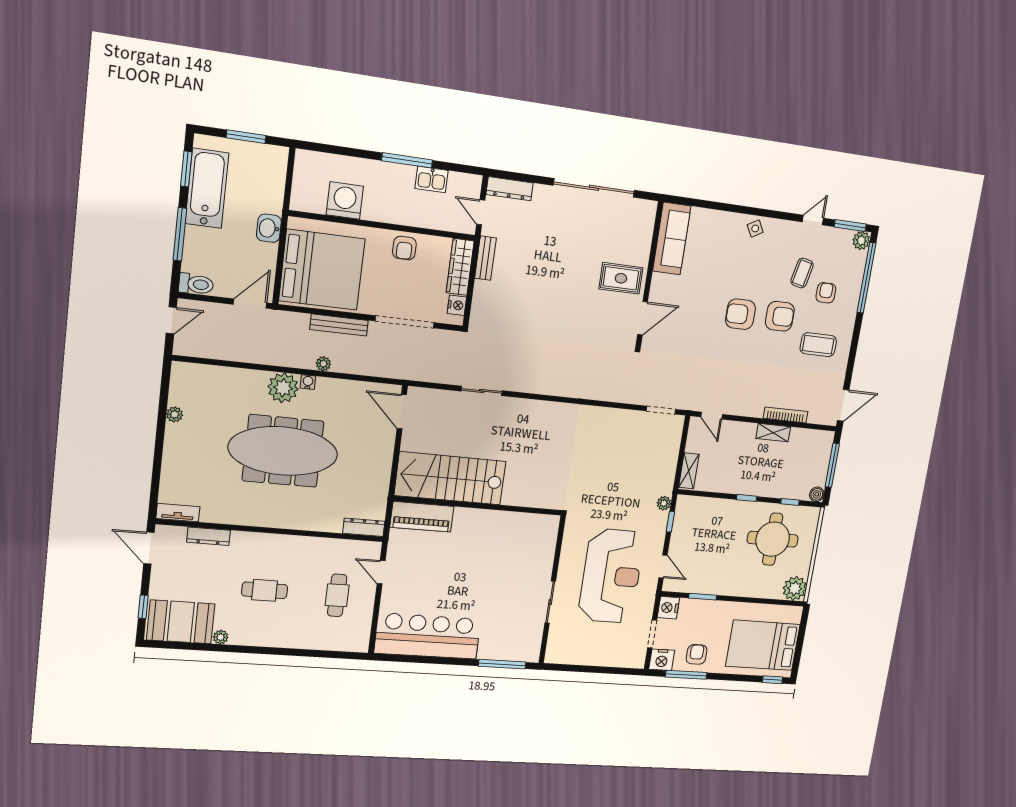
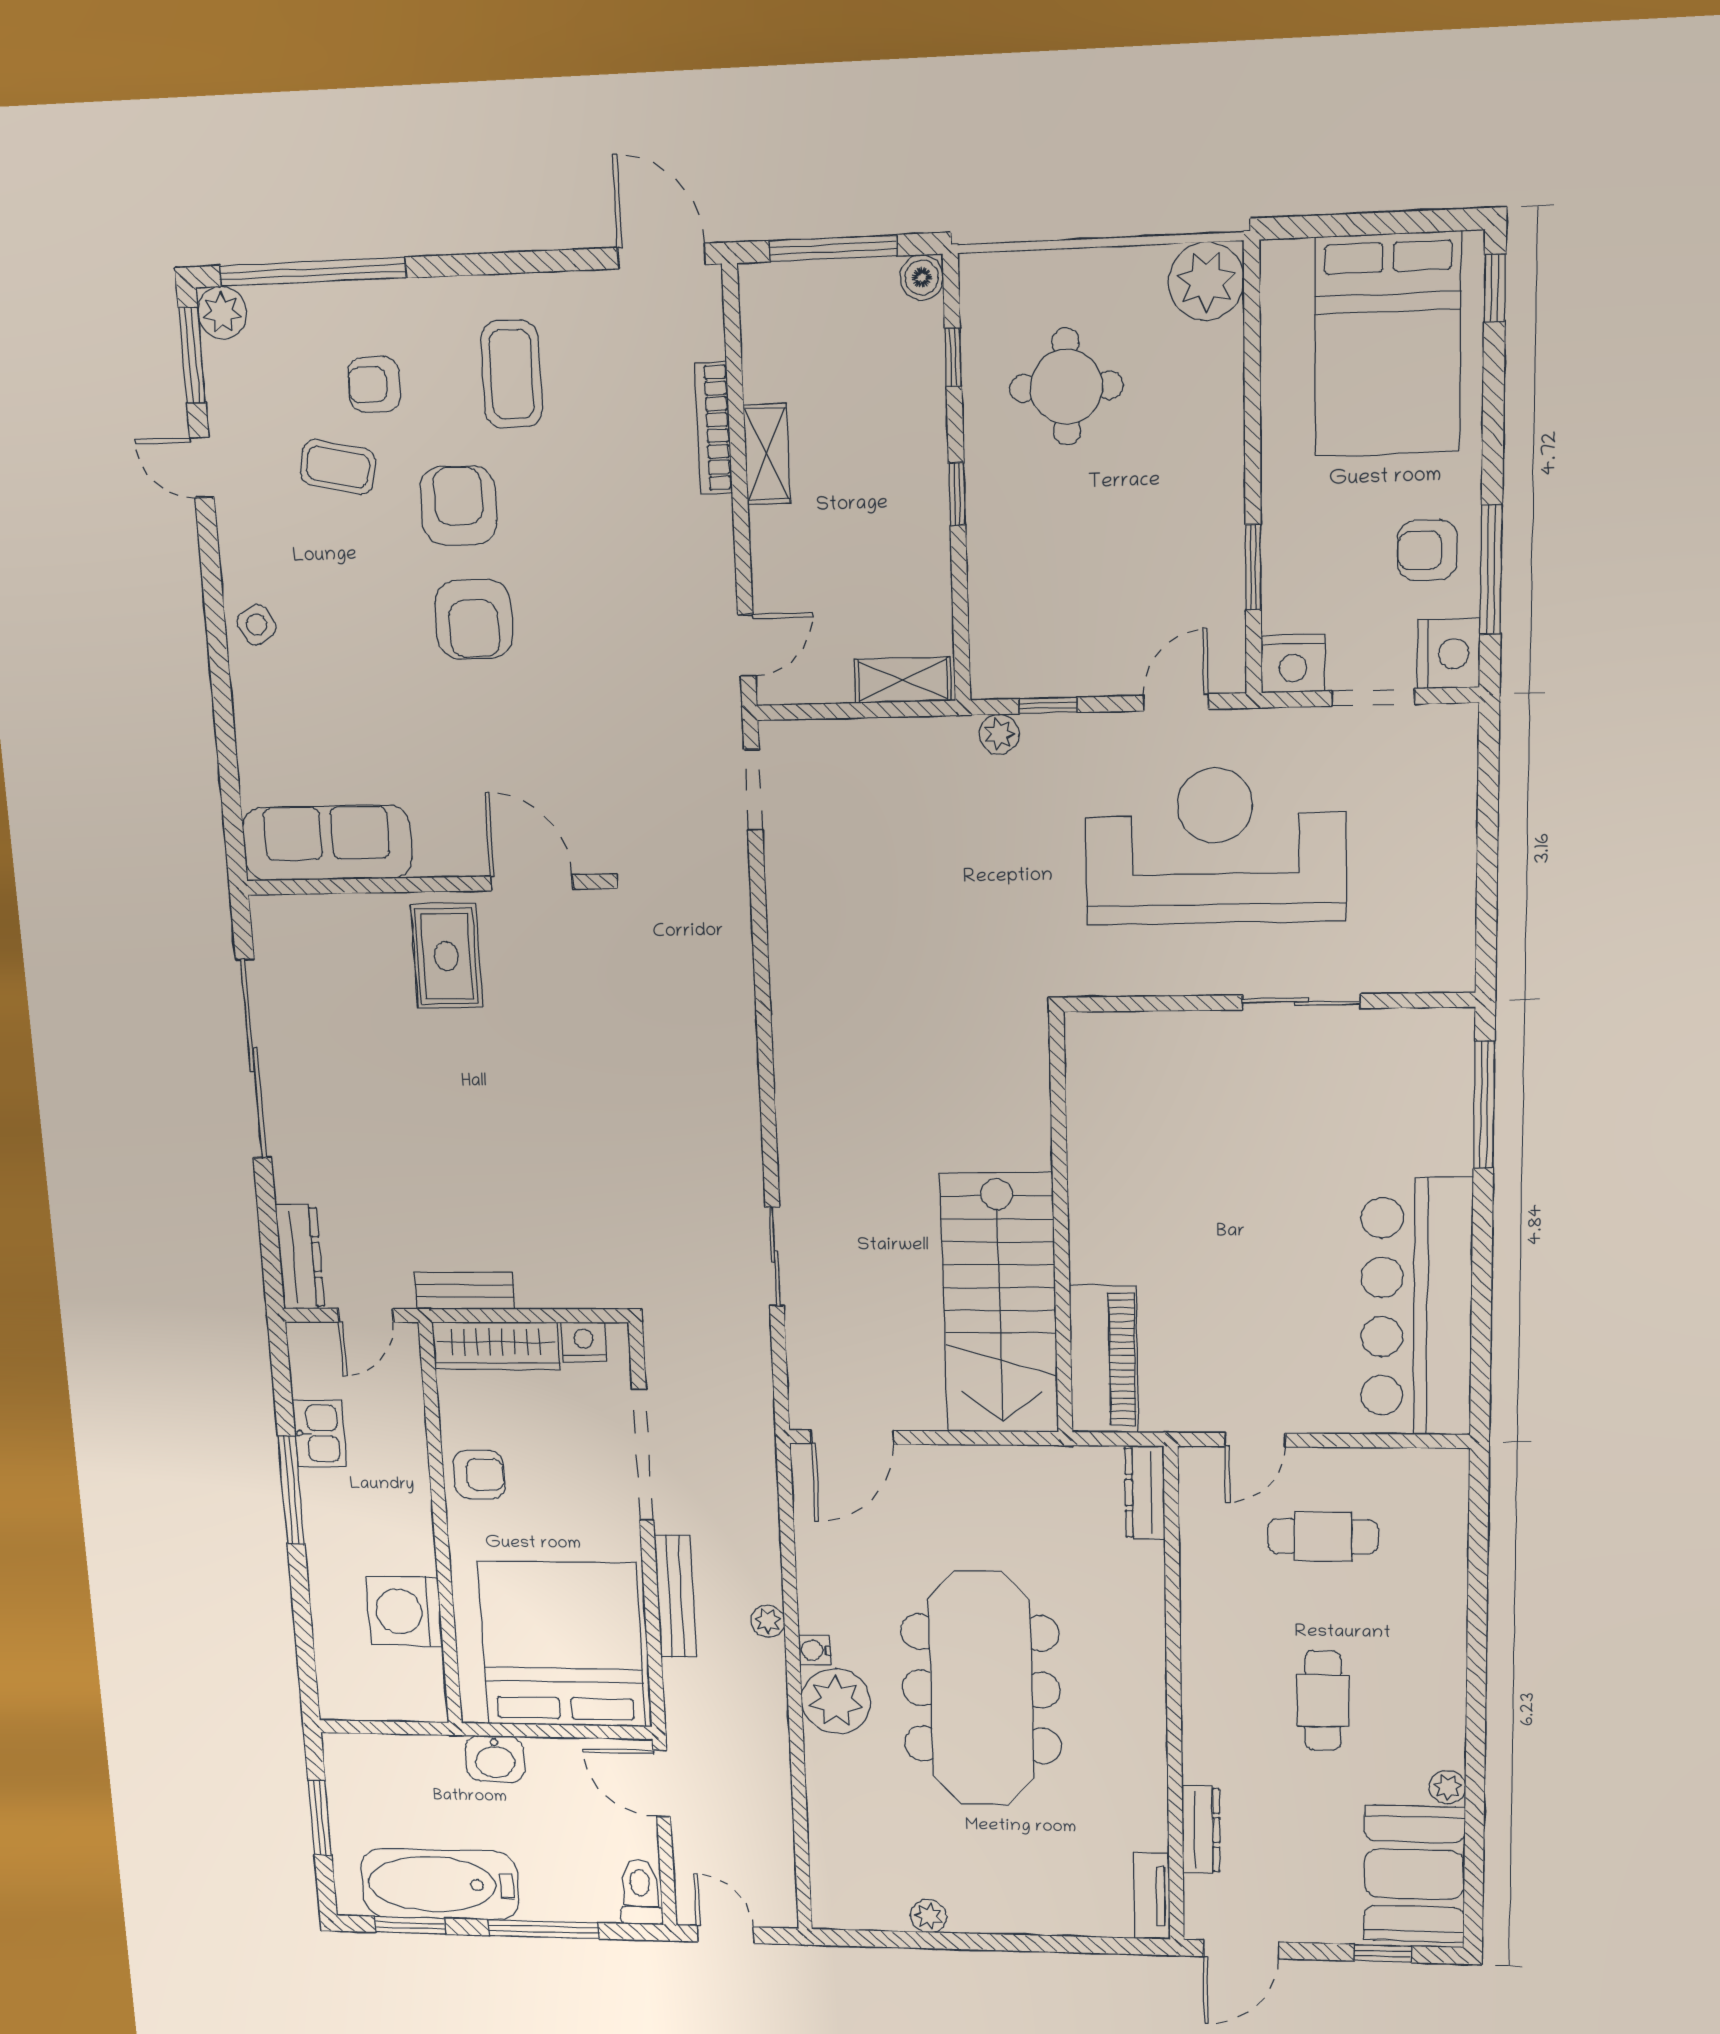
round table: (773, 539) -> (1066, 387), width x0.73, depth x0.73

